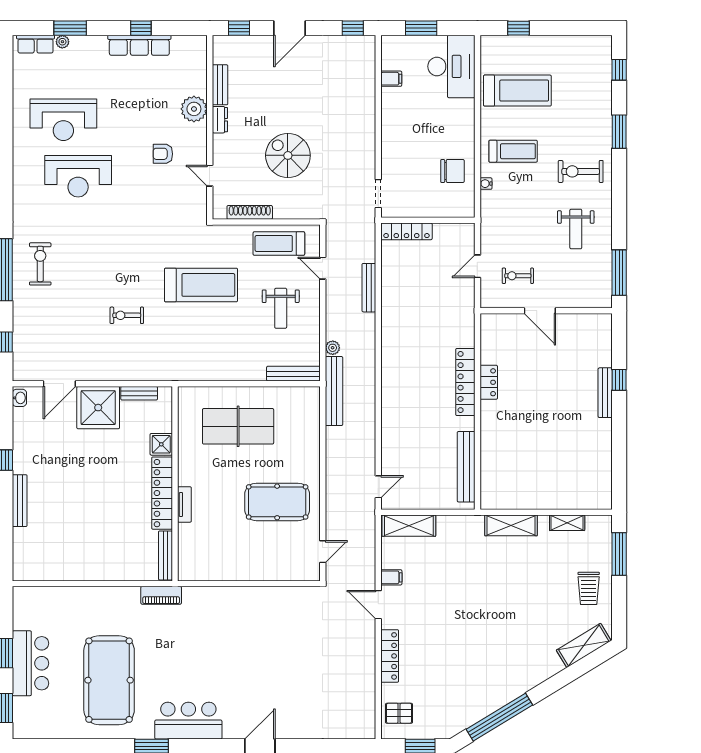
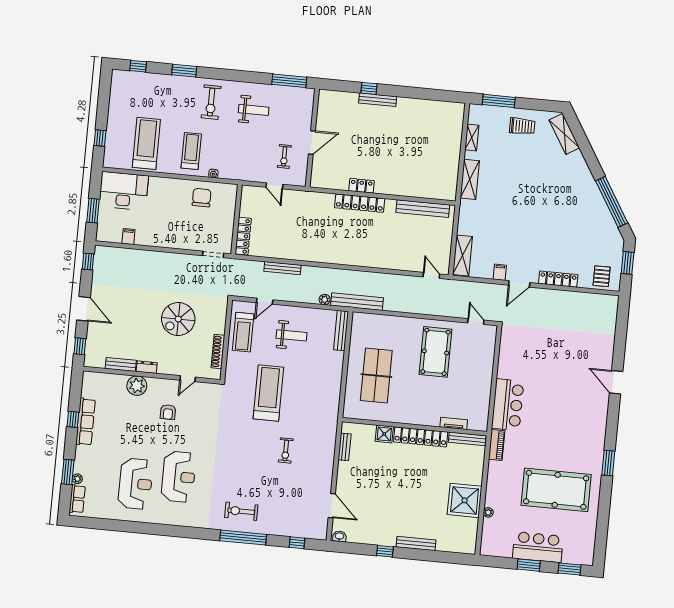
shower: (98, 408) -> (465, 500), moved
tv unit: (184, 504) -> (454, 423), moved
plant: (70, 593) -> (488, 512), added
bar counter: (188, 721) -> (508, 405), moved, turned 180

